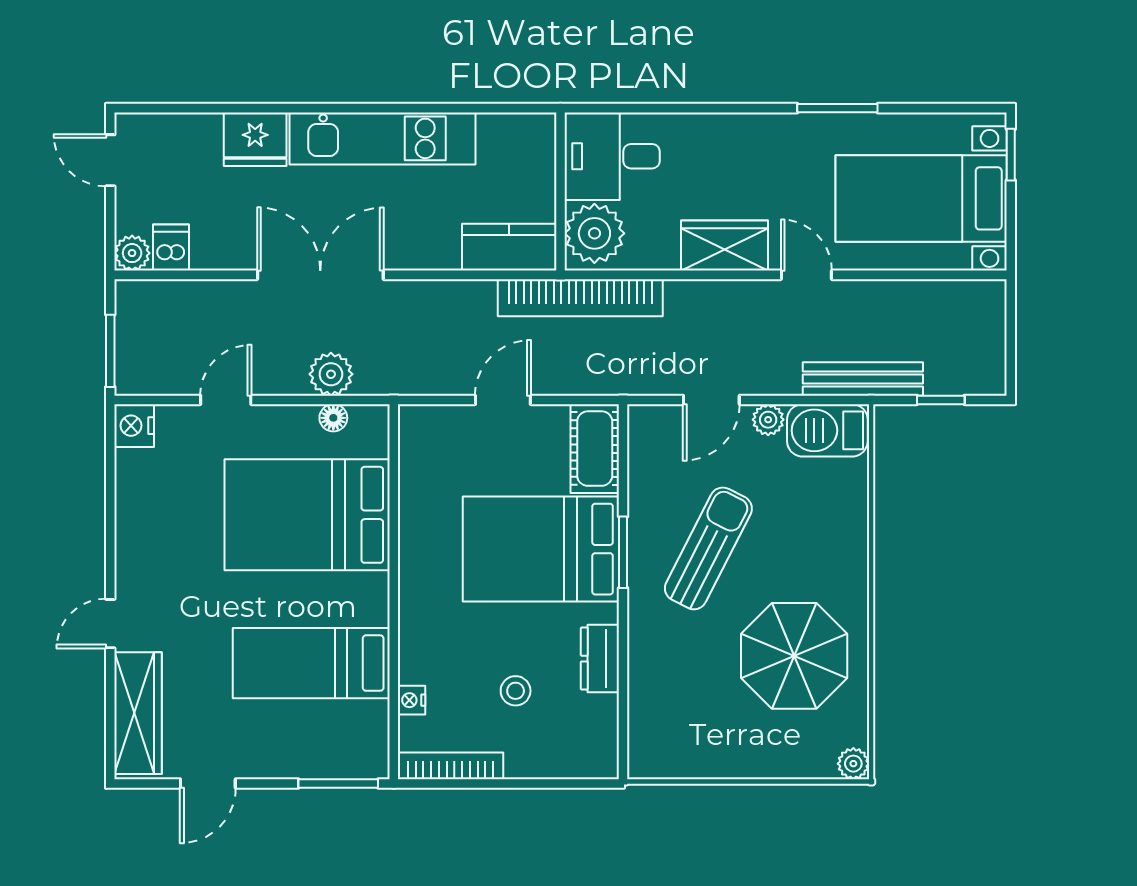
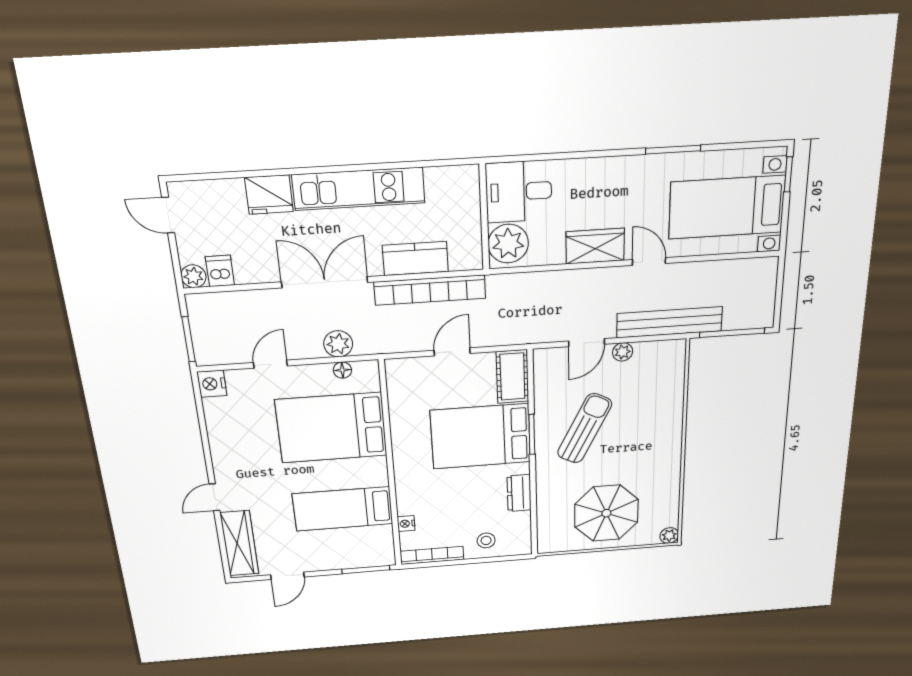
kitchen counter: (509, 247) -> (415, 258), moved
bookcase: (580, 298) -> (430, 290), moved
bench: (863, 379) -> (669, 322), width x1.37, depth x1.21
window: (941, 400) -> (732, 333), width x2.17
barbecue: (827, 430) -> (660, 356), removed
parasol: (794, 656) -> (606, 513), moved
stool: (516, 691) -> (486, 540), moved

